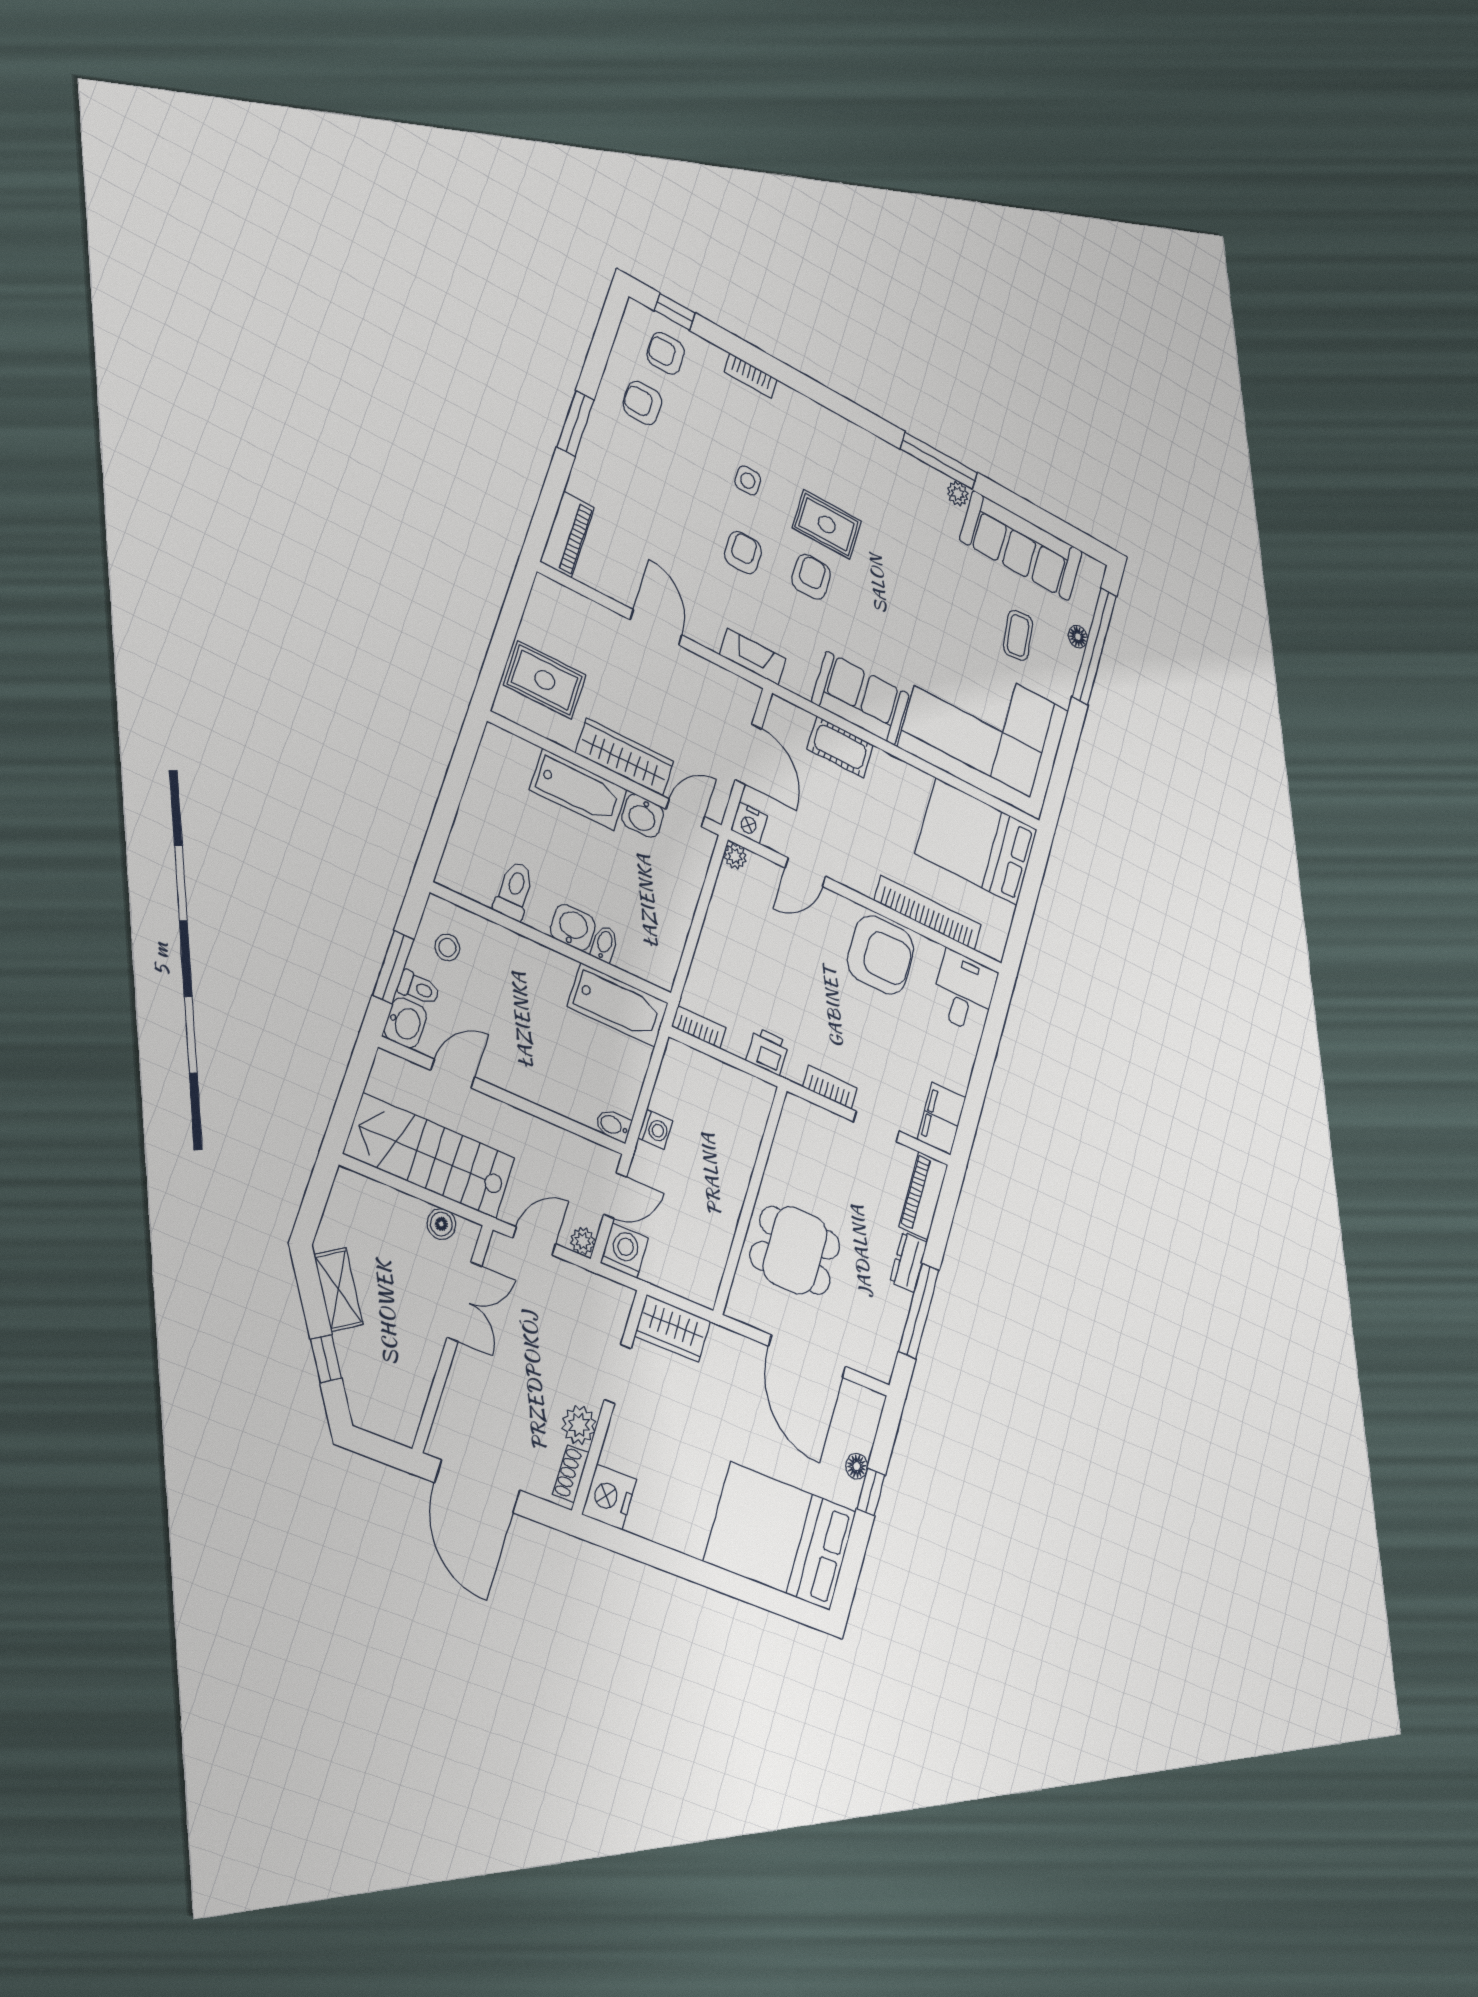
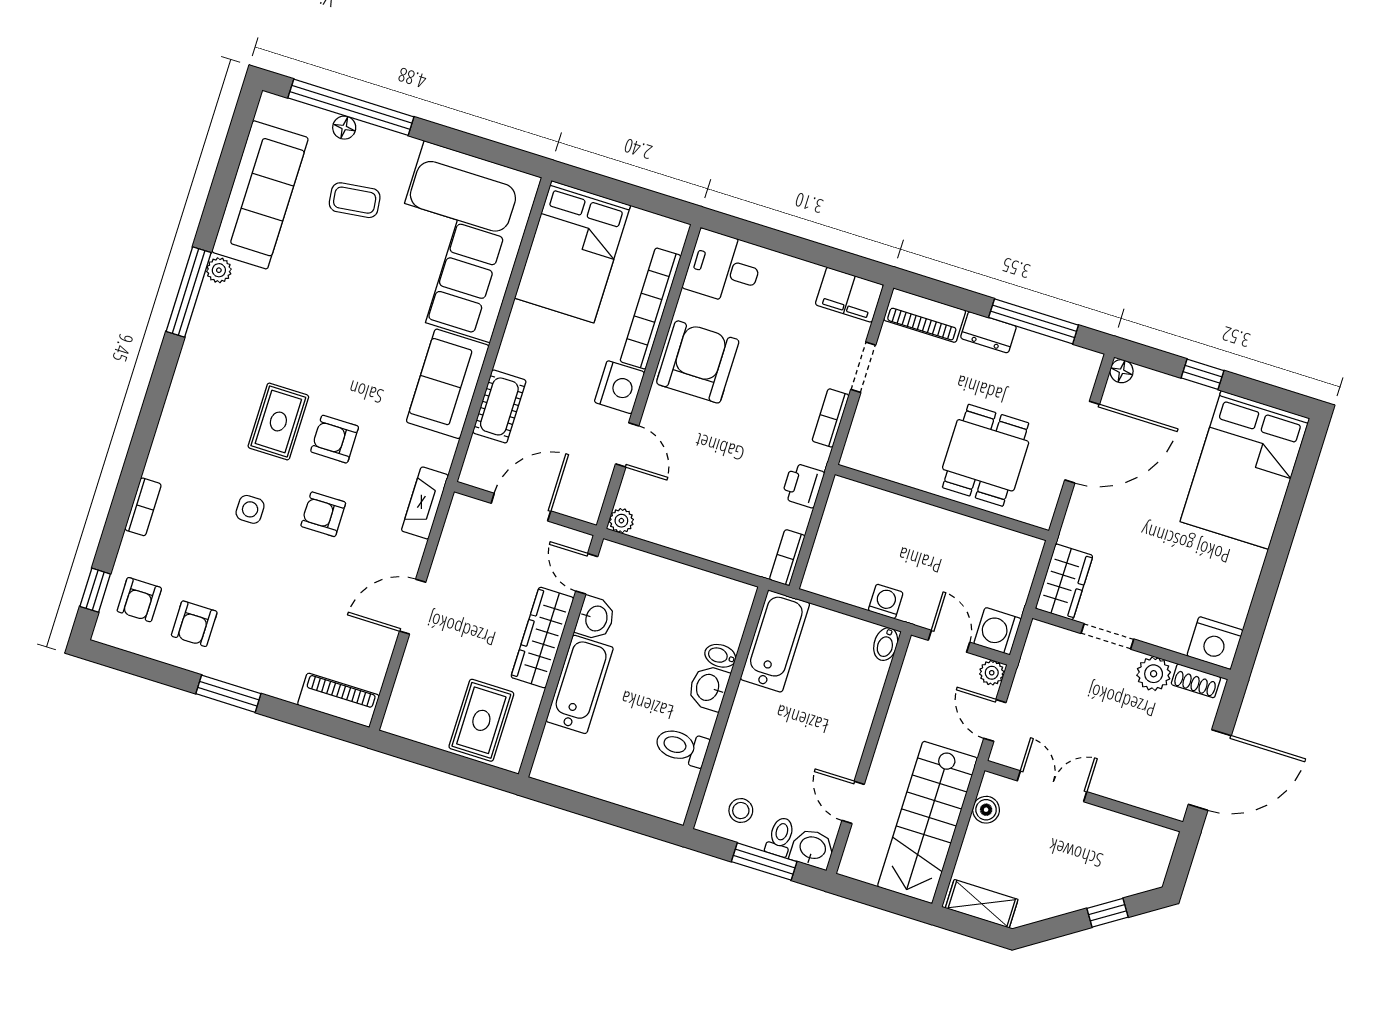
nightstand: (749, 823) -> (619, 387), moved, width x1.36, depth x1.33
shelving: (338, 1290) -> (982, 904), moved, turned 33
floor lamp: (857, 1466) -> (1122, 371), moved

